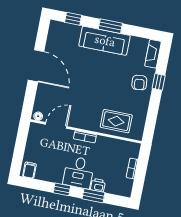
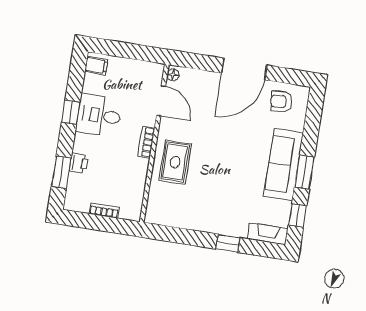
window: (73, 19) -> (298, 215), moved
armchair: (139, 83) -> (281, 101), moved
rug: (116, 121) -> (175, 162), moved
desk: (79, 172) -> (99, 115), moved
window: (93, 196) -> (61, 172), moved

